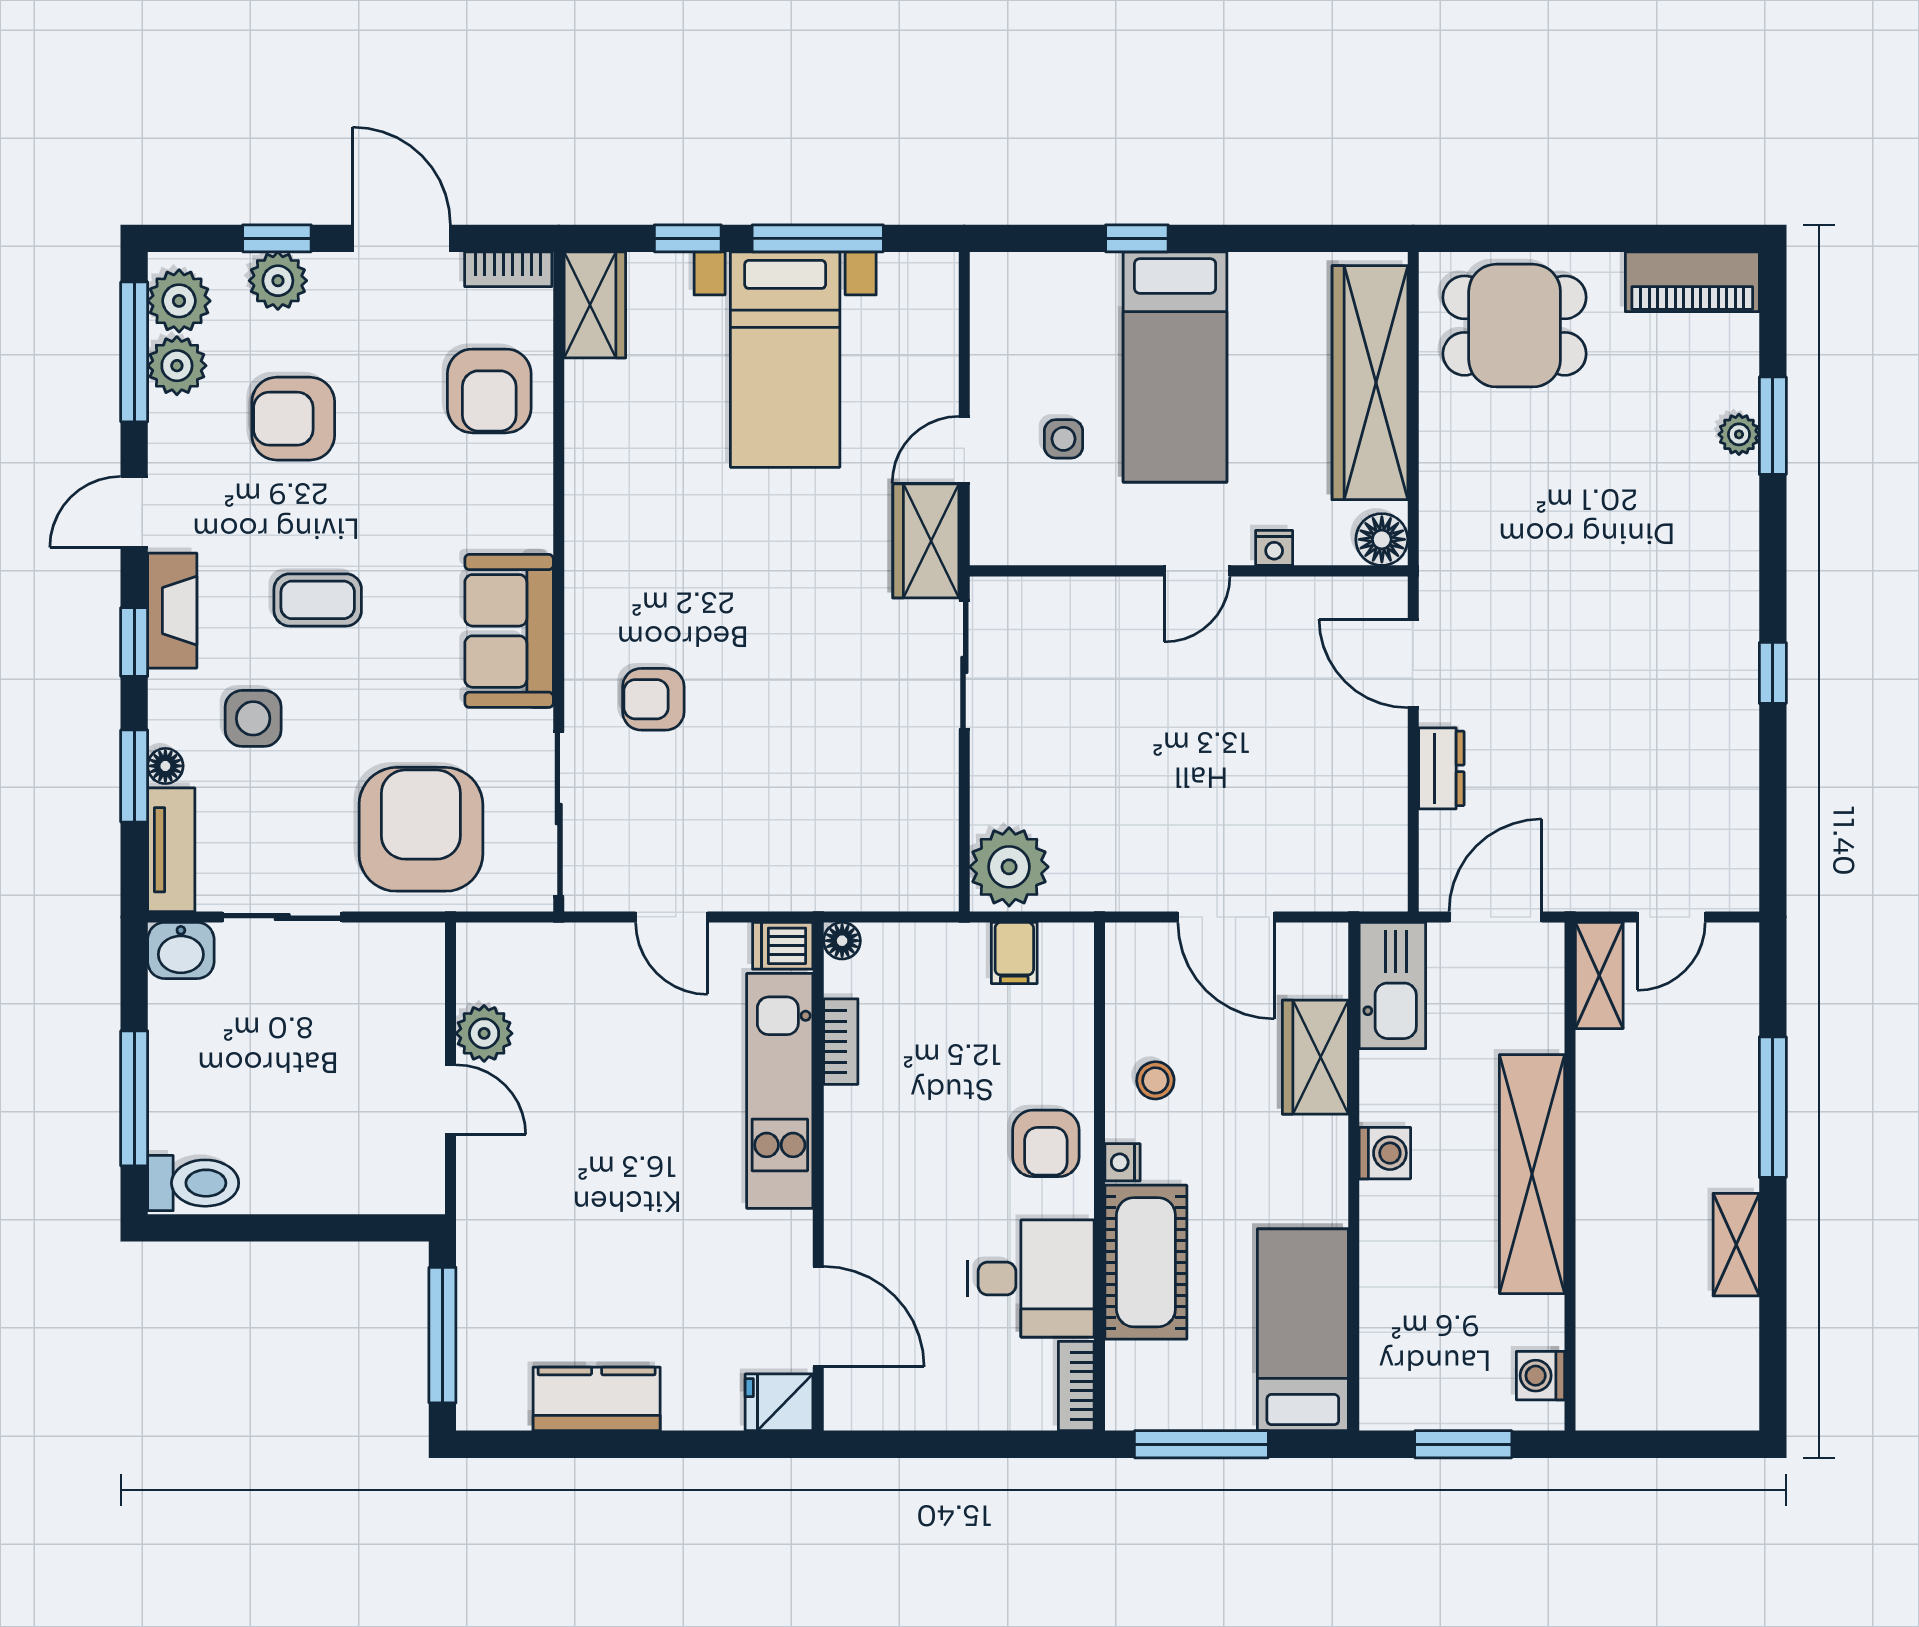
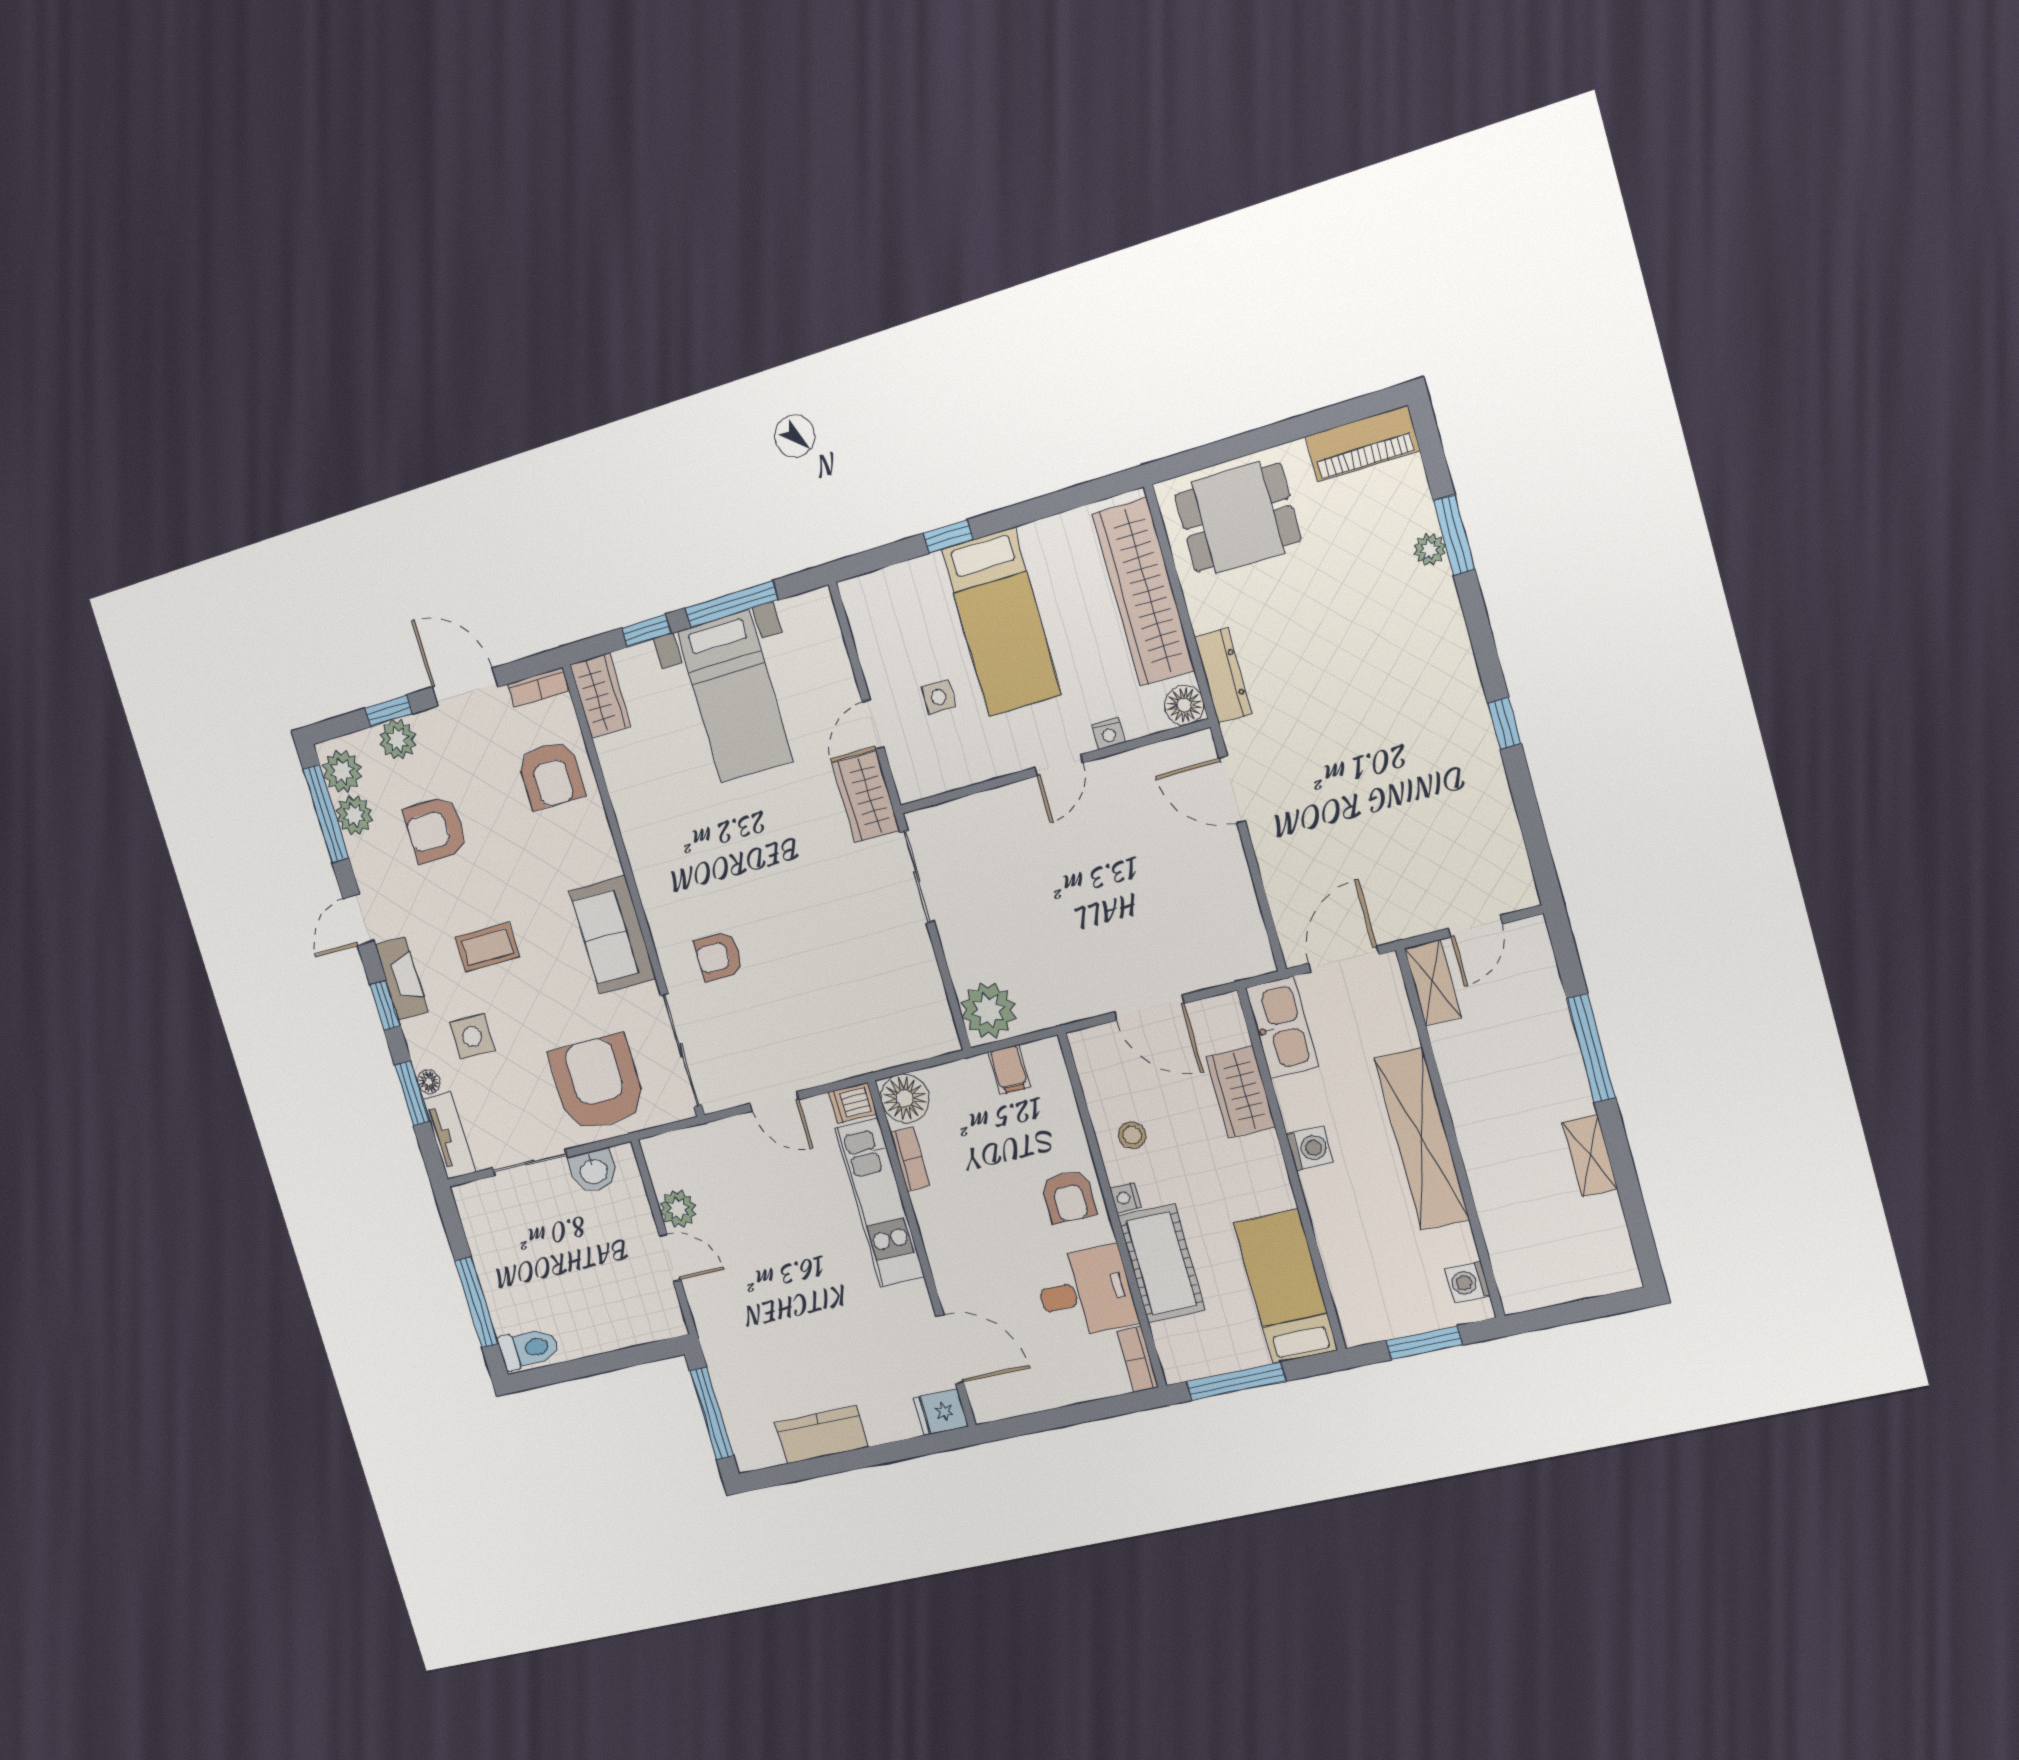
dresser: (1441, 768) -> (1223, 676), moved, width x1.44
floor lamp: (842, 941) -> (905, 1098), width x1.89, depth x1.89
washbasin: (181, 950) -> (593, 1171), moved

